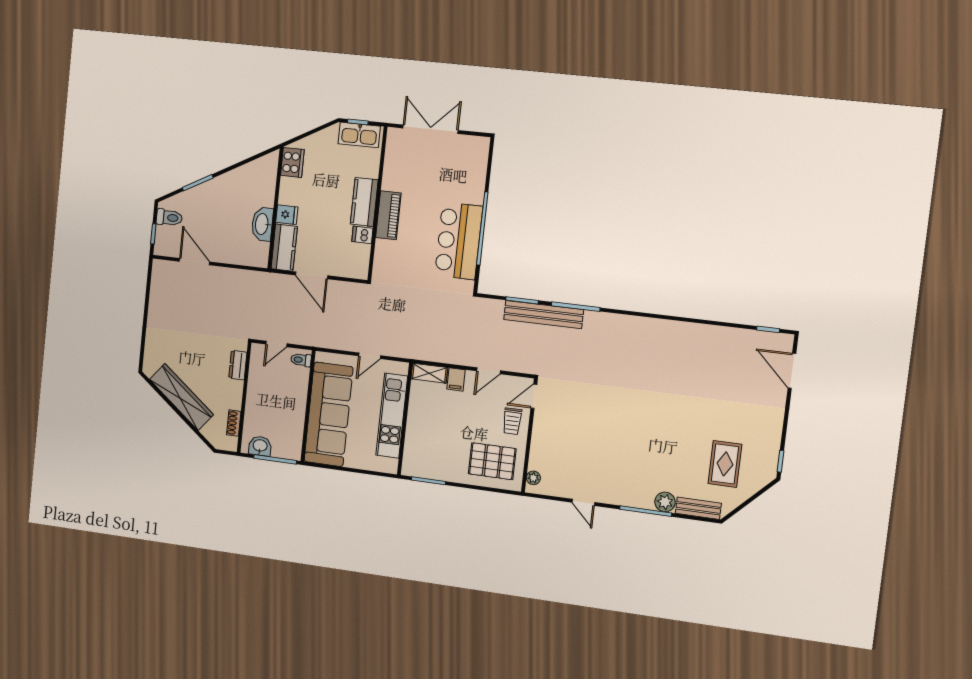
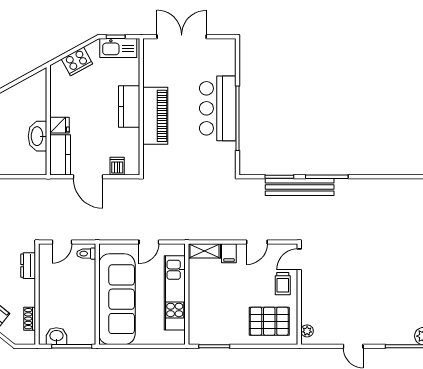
cooker: (292, 162) -> (77, 61), moved, turned 61
piano: (388, 215) -> (155, 116), width x1.37, depth x1.33
dishwasher: (362, 235) -> (117, 166), moved, turned 90
bar counter: (459, 241) -> (218, 108), moved

